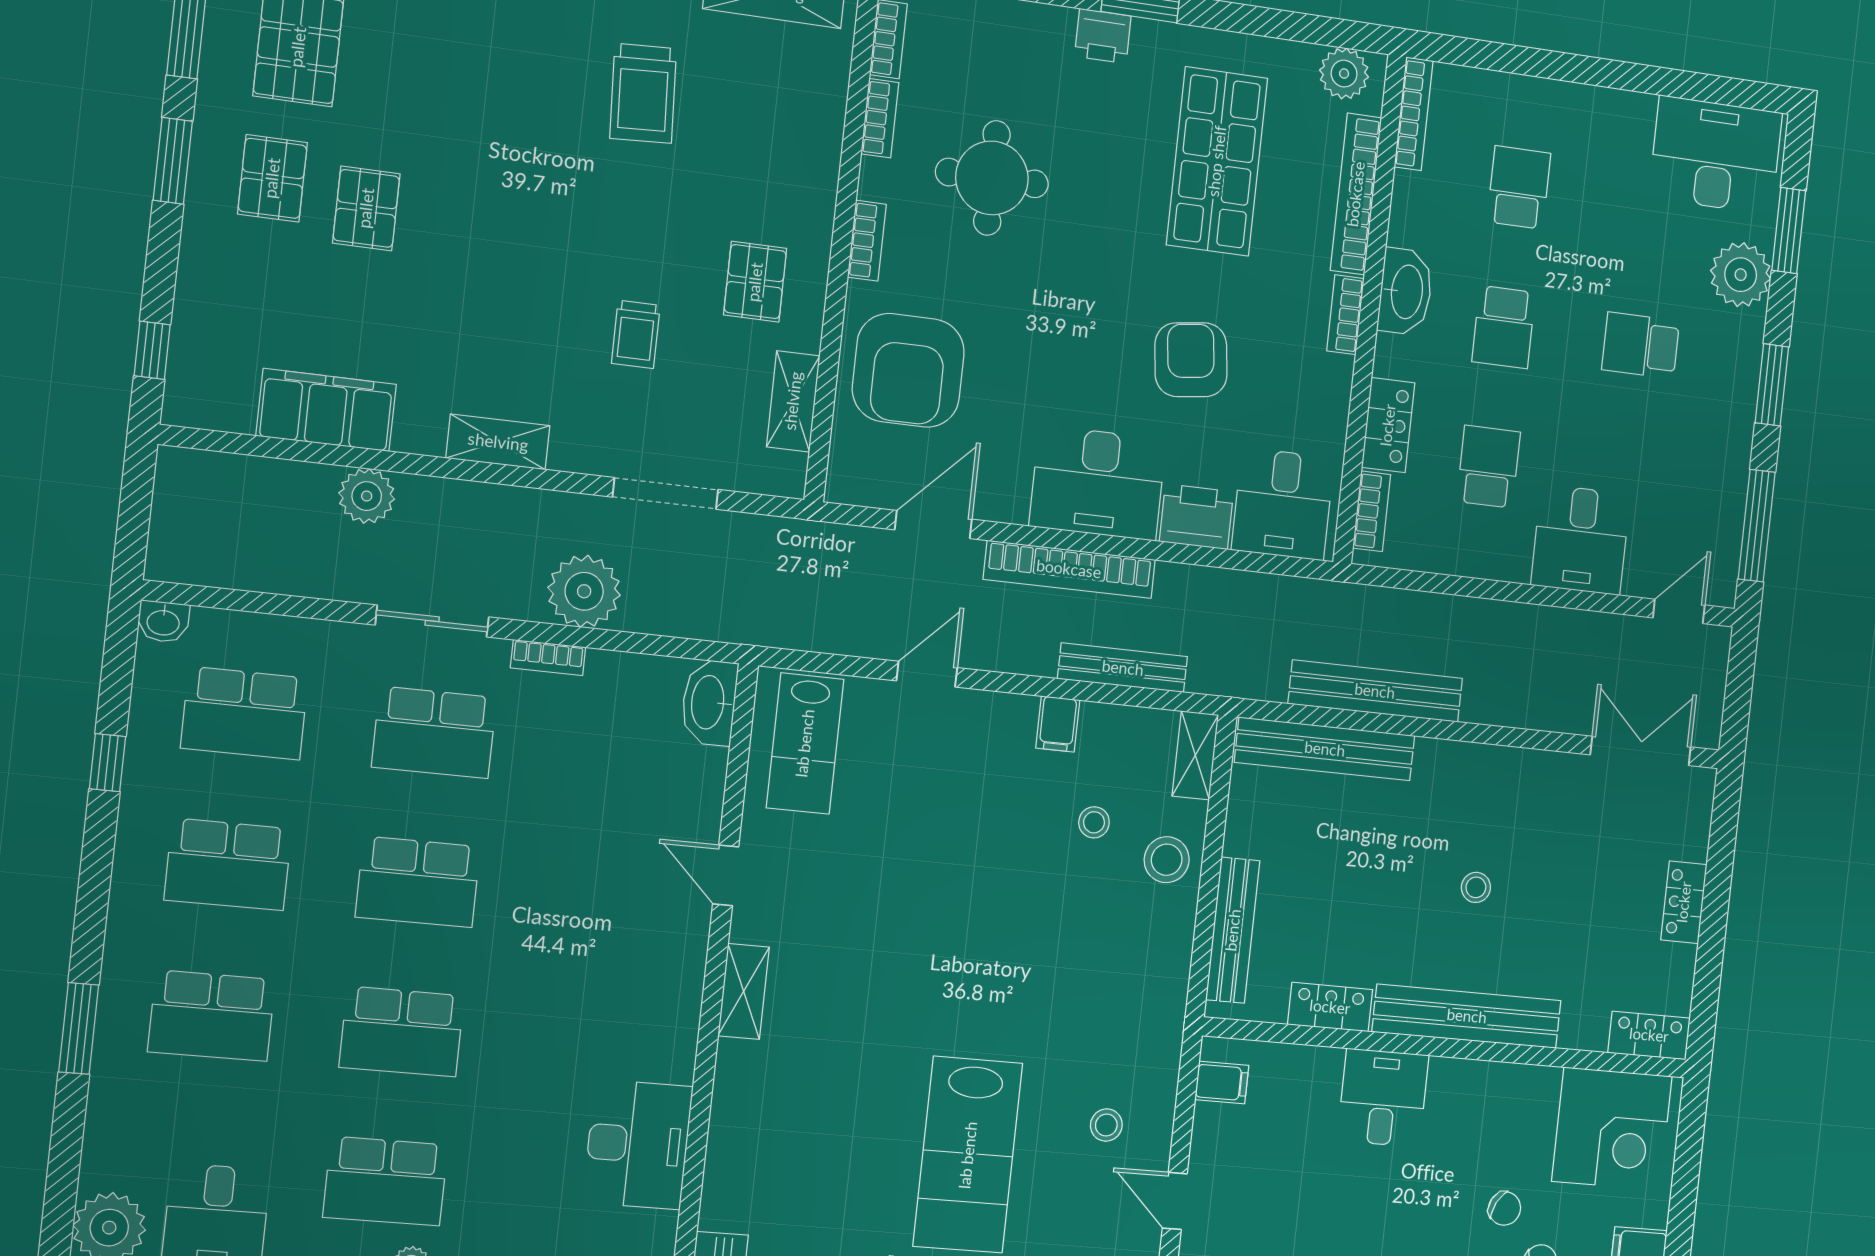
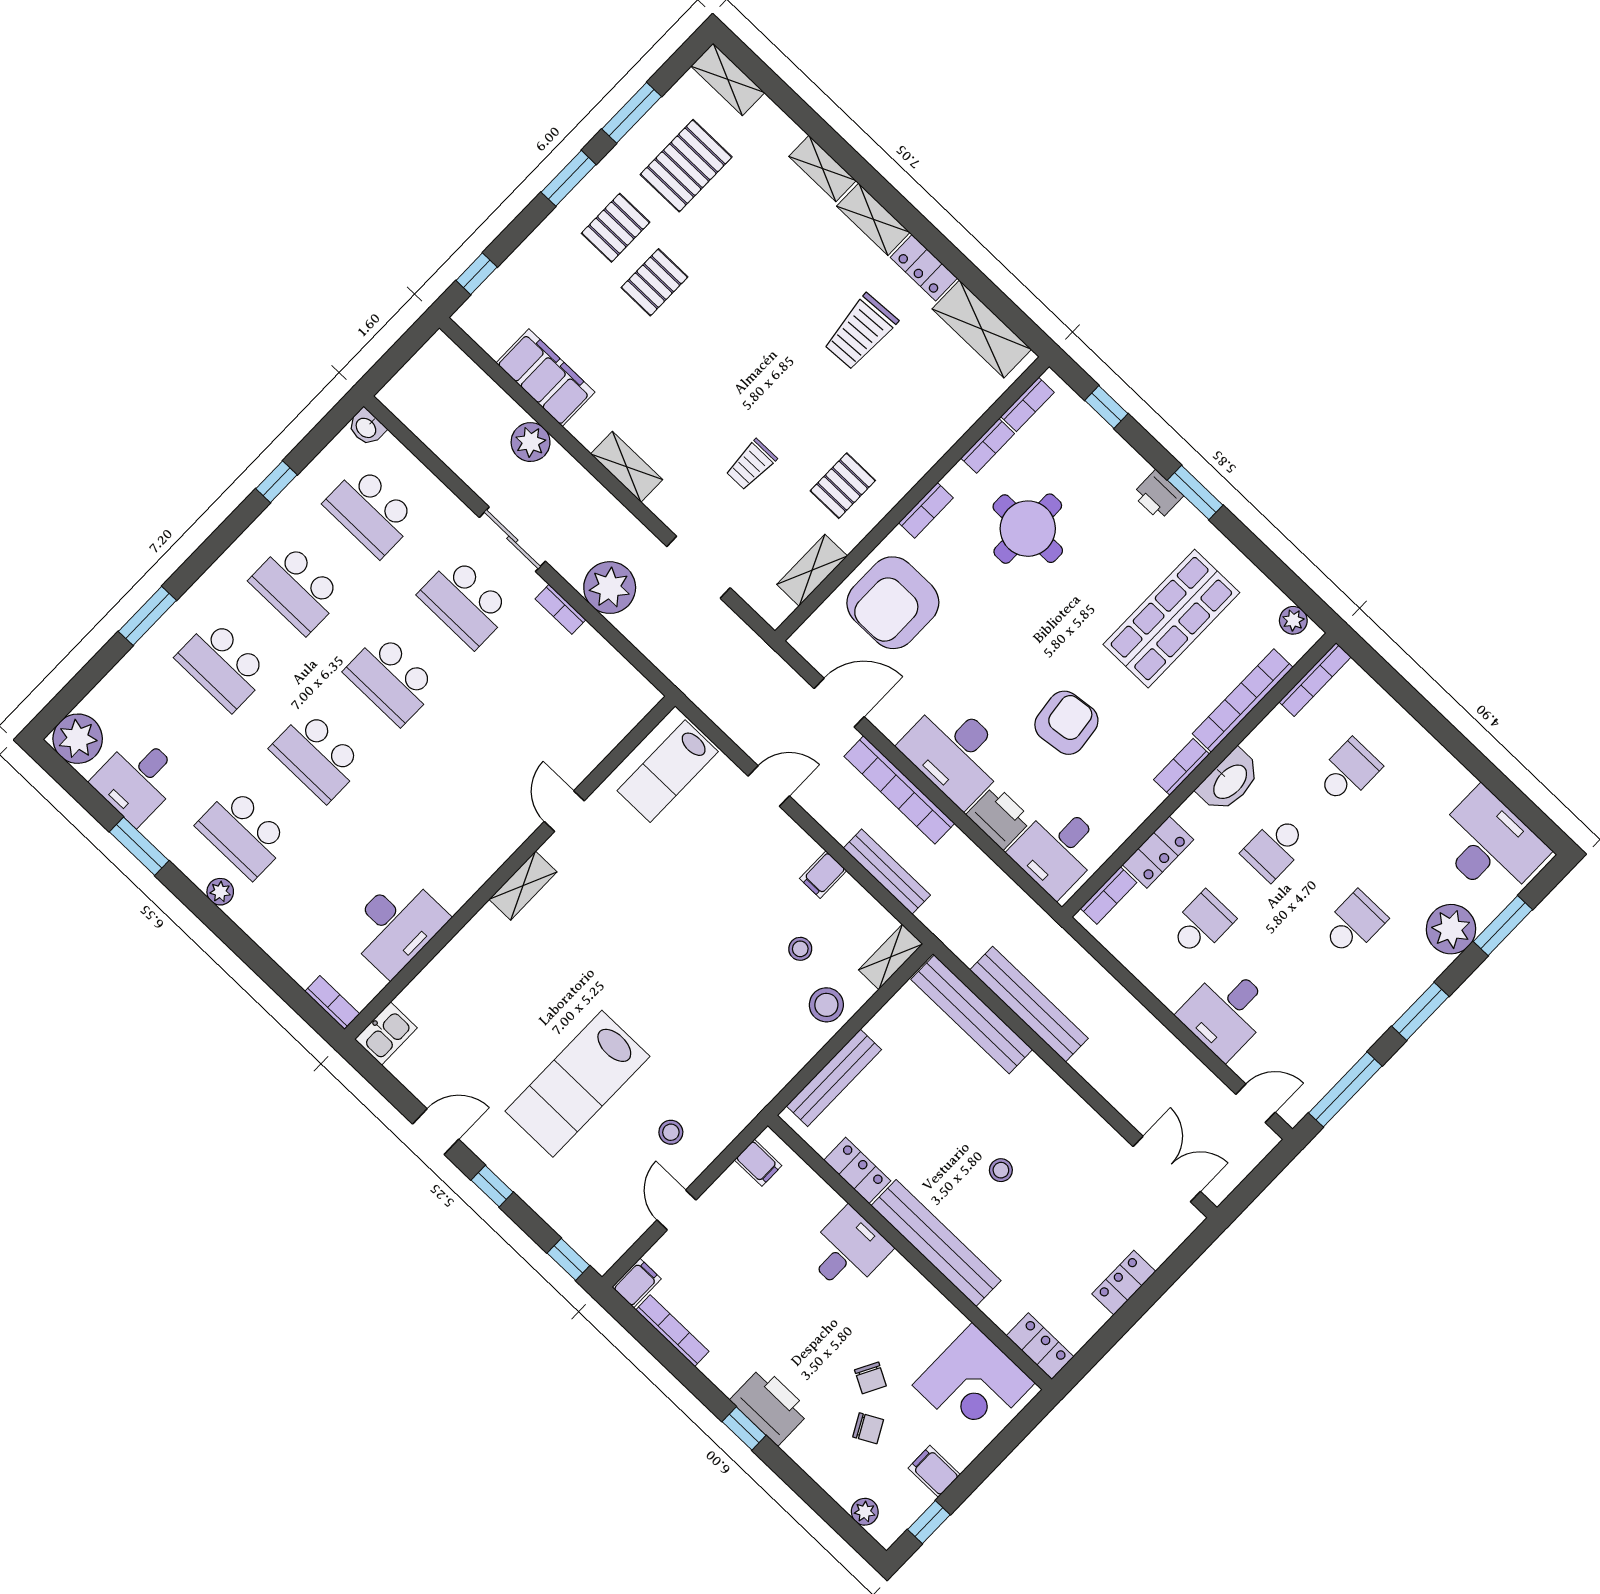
plant: (1344, 74) -> (1293, 620), width x0.73, depth x0.73
school desk: (1641, 345) -> (1354, 924), turned 90
washbasin: (709, 702) -> (631, 705), removed

